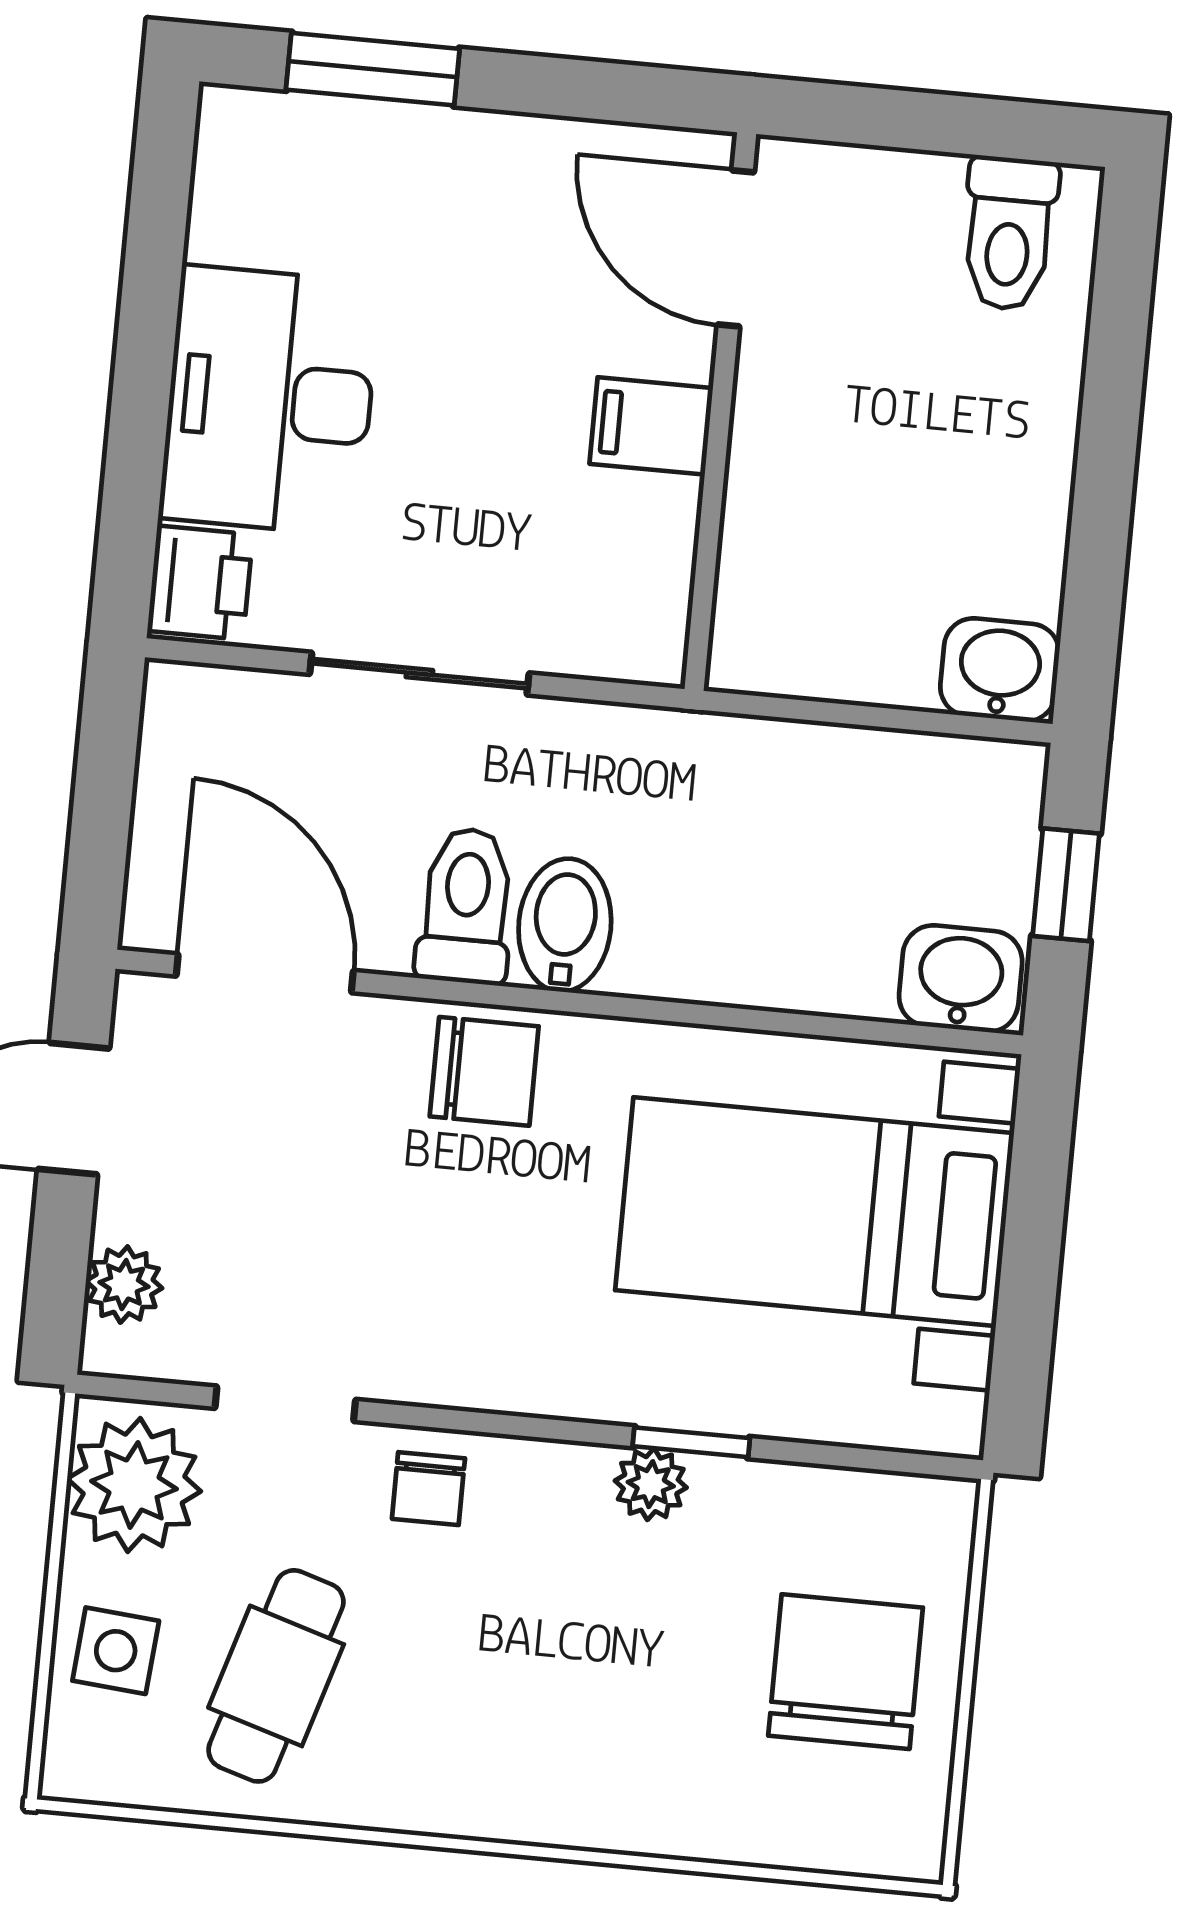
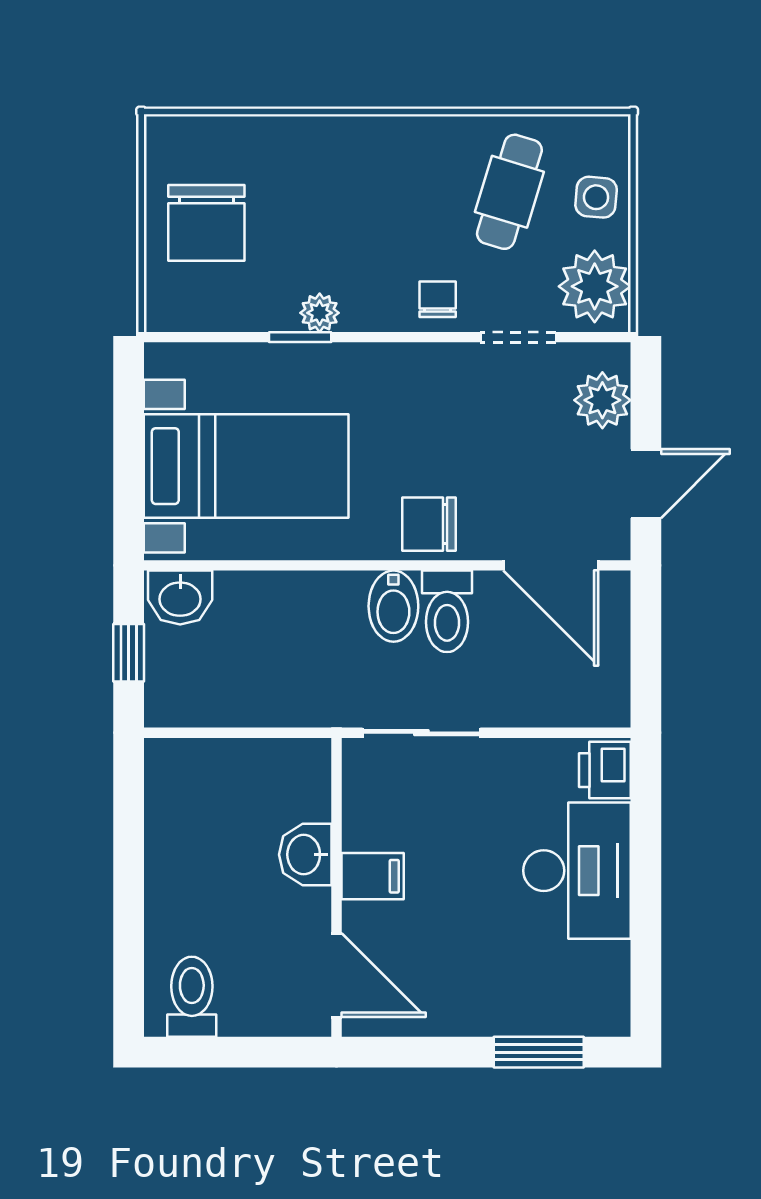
washbasin: (1000, 670) -> (305, 855), moved, turned 90
sliding door: (419, 674) -> (421, 733), moved
plant: (124, 1285) -> (602, 400), width x1.38, depth x1.38

